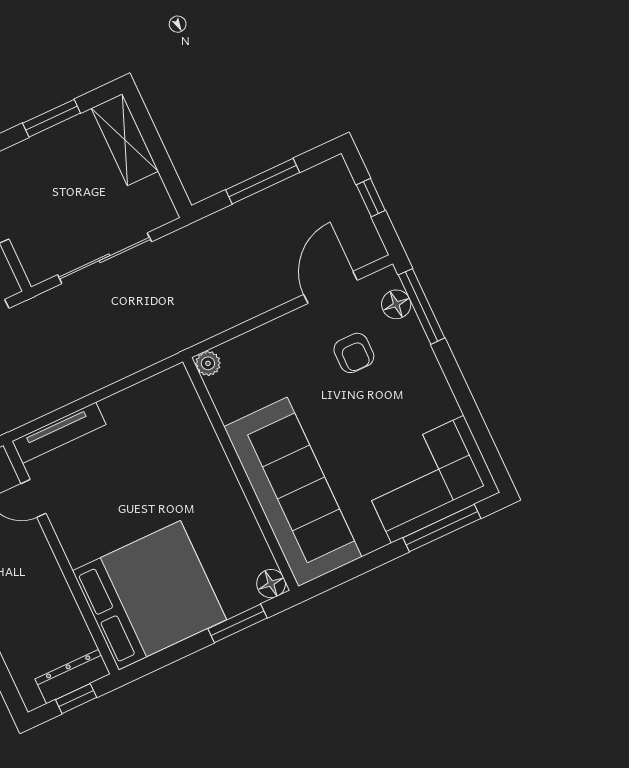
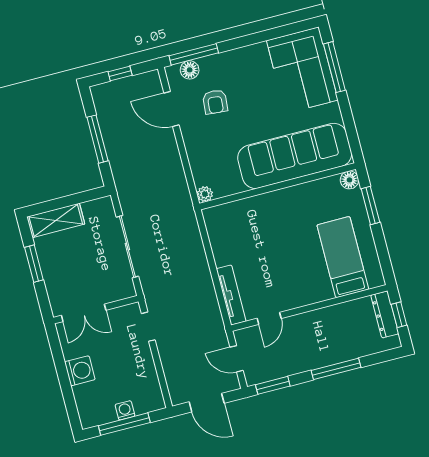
armchair: (354, 353) -> (215, 102), turned 95
bed: (149, 595) -> (343, 257), width x0.49

